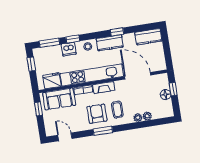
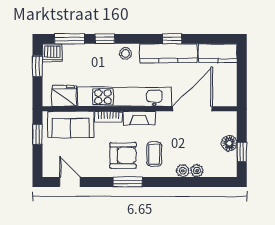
kitchen counter: (110, 43) -> (168, 53), width x1.50
dishwasher: (69, 49) -> (52, 53), moved
door: (138, 76) -> (192, 109), hinge flipped
window: (173, 89) -> (242, 152), moved
armchair: (97, 114) -> (123, 155), turned 90

